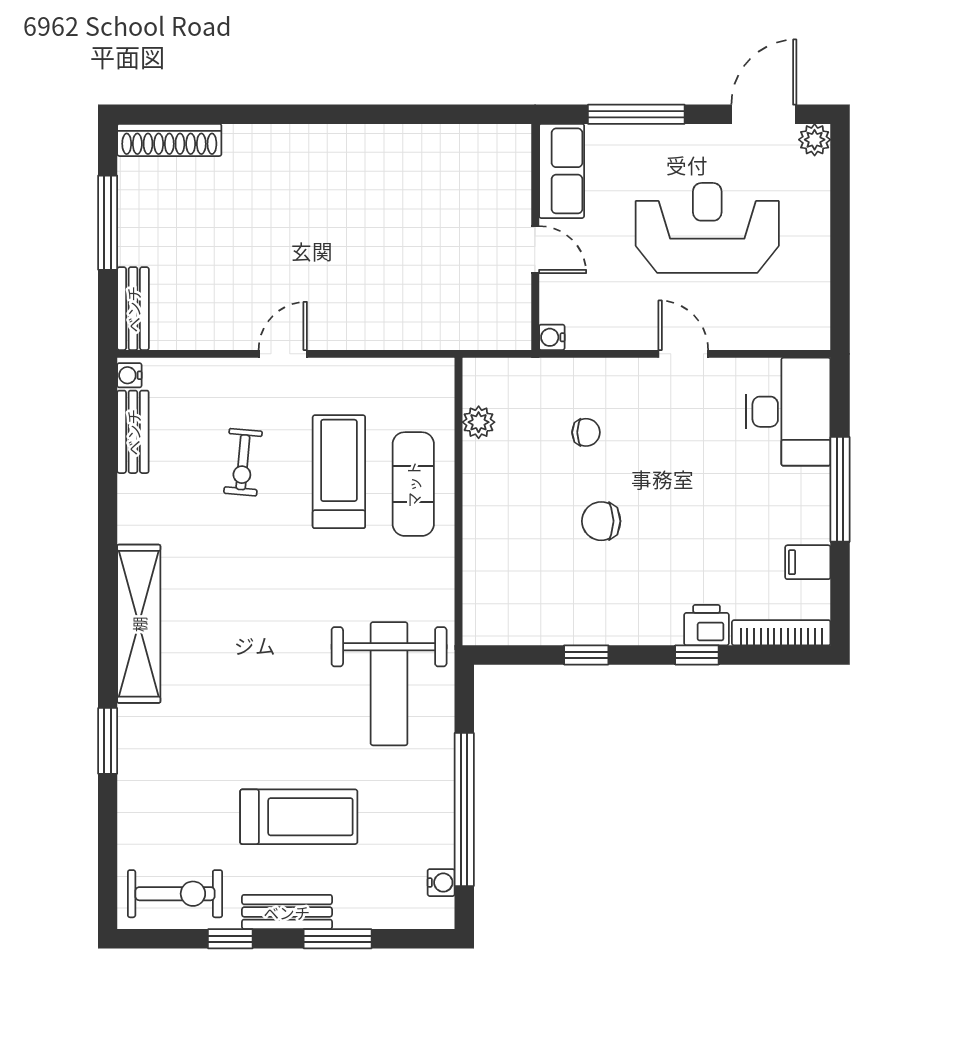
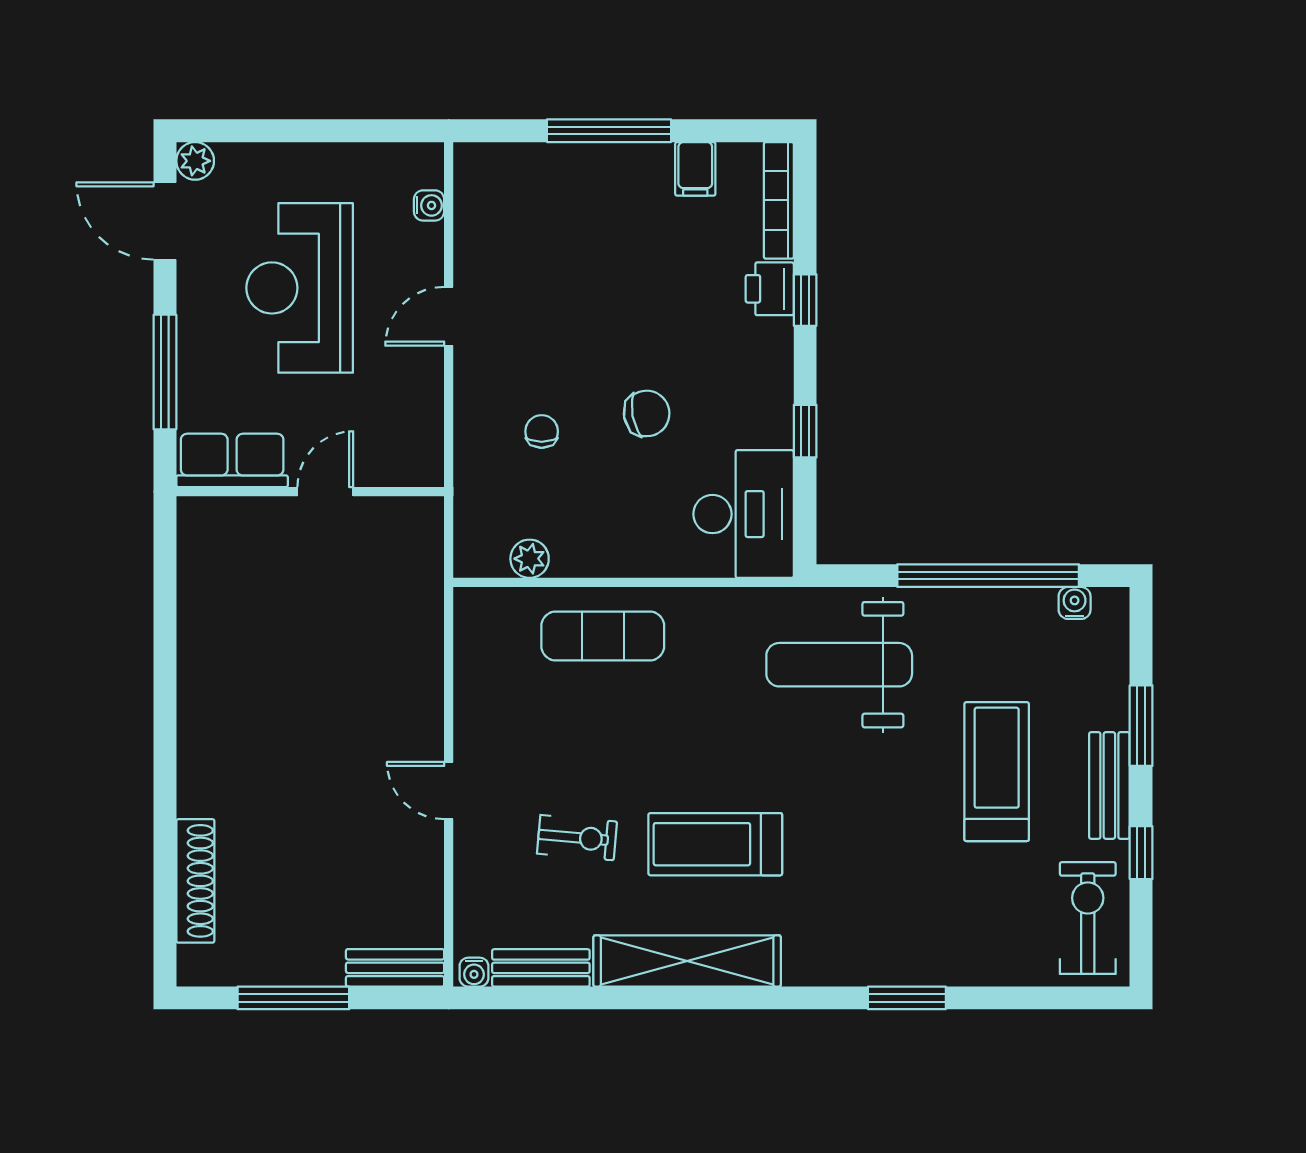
shoe rack: (169, 140) -> (195, 881), moved
water cooler: (552, 337) -> (429, 205), moved, turned -90
desk: (788, 412) -> (744, 514), moved, turned 90
treadmill: (339, 472) -> (715, 844), moved
chair: (601, 521) -> (647, 413), turned -100
shelving: (139, 624) -> (687, 961), moved
weight bench: (389, 684) -> (839, 665), turned 180

